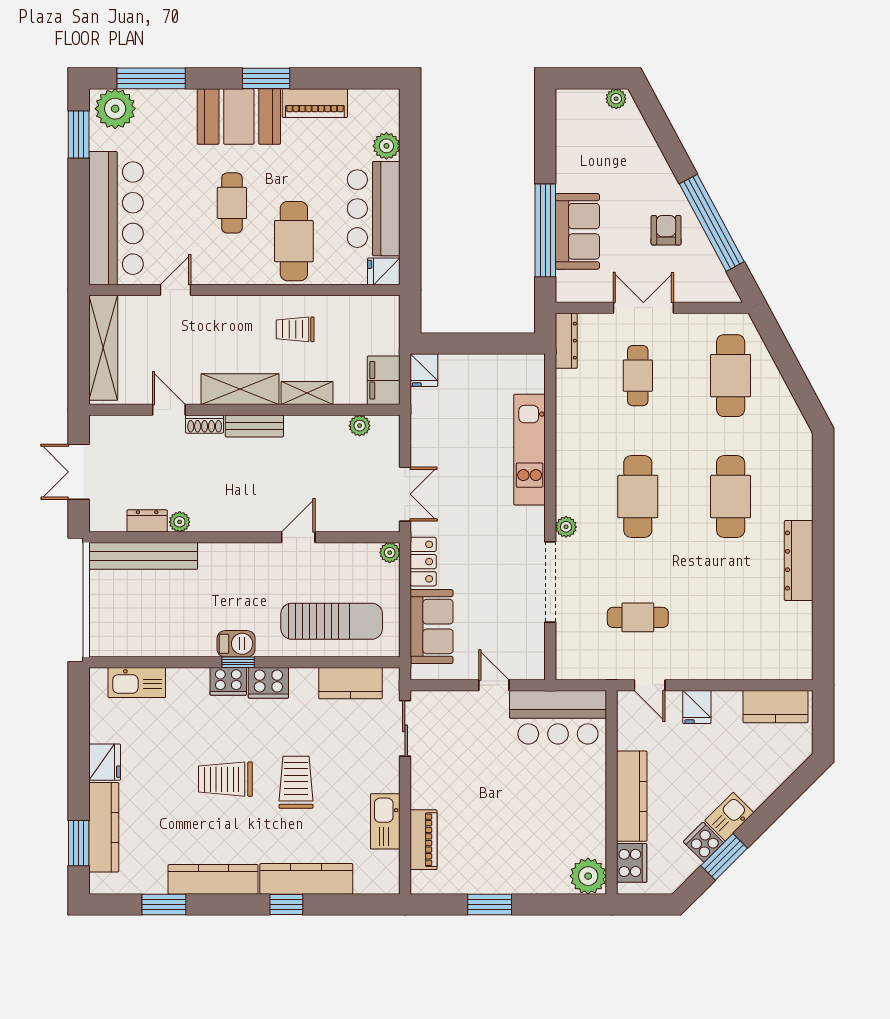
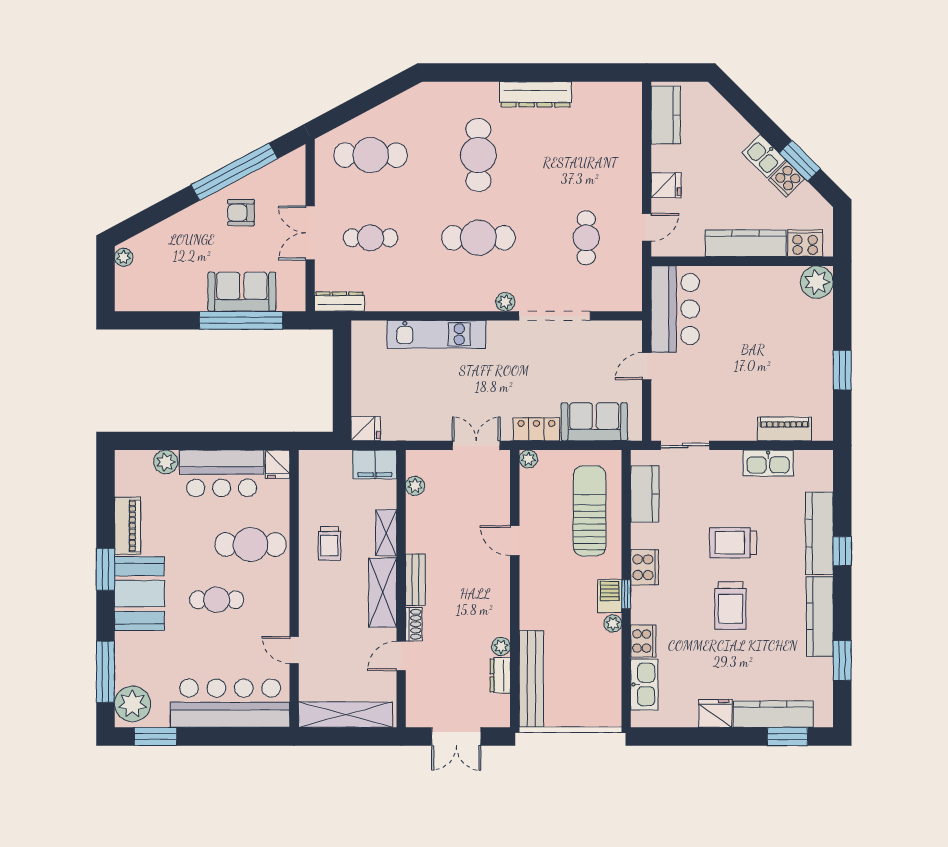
cafe table: (731, 497) -> (478, 155), turned 90
plant: (205, 647) -> (613, 623), added
cooker: (228, 681) -> (643, 641), moved

